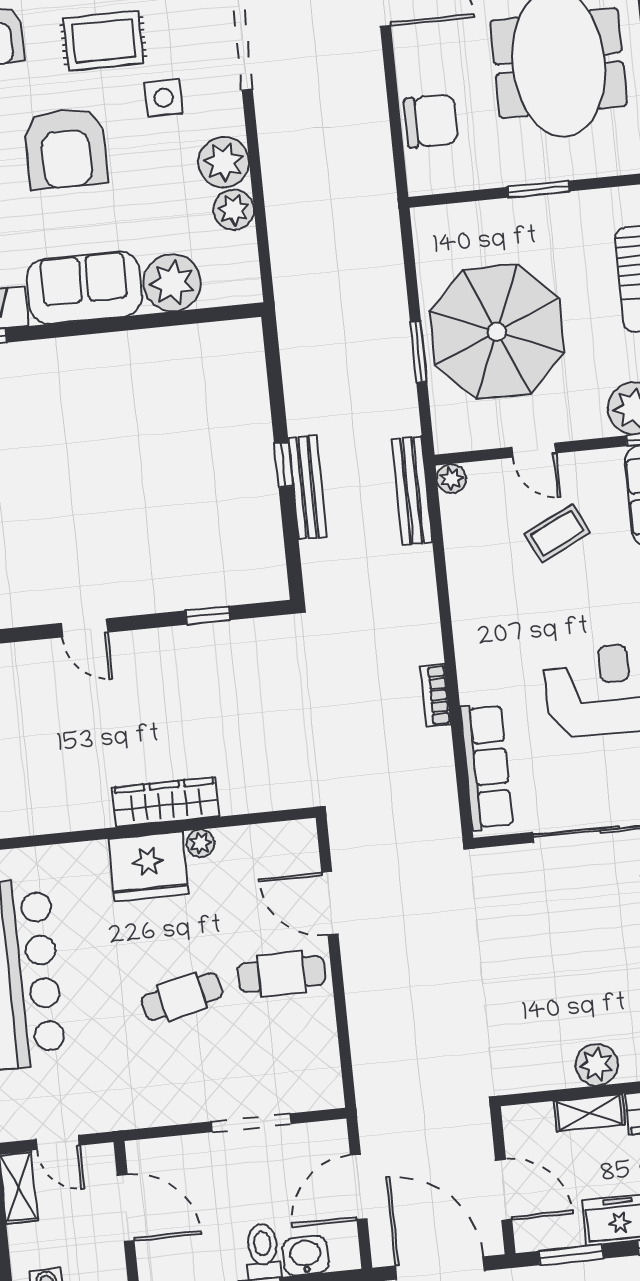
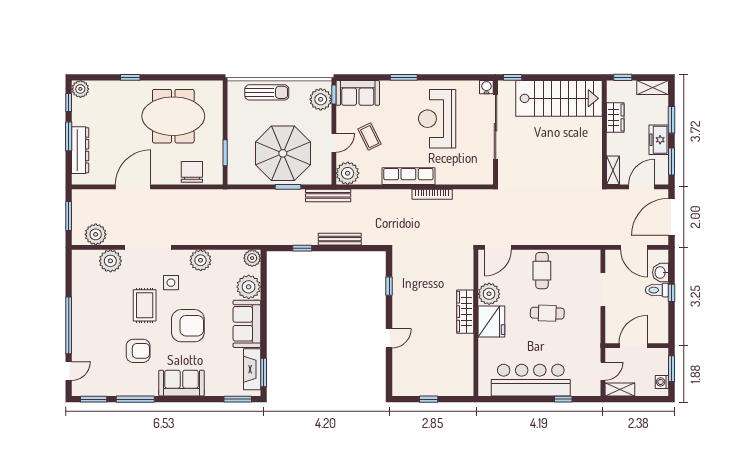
window: (539, 189) -> (225, 153), moved
plant: (234, 210) -> (252, 258), moved
window: (284, 465) -> (302, 248), moved
plant: (451, 479) -> (348, 173), width x1.87, depth x1.87
bench: (412, 491) -> (328, 195), moved
bookcase: (436, 695) -> (432, 194), width x1.56
row of seats: (487, 767) -> (408, 176), moved
plant: (200, 843) -> (489, 294), width x1.88, depth x1.88
door: (330, 903) -> (498, 247), moved
cafe table: (182, 997) -> (547, 313), turned -75
plant: (597, 1065) -> (593, 143), removed
shelving: (589, 1113) -> (613, 170), moved

